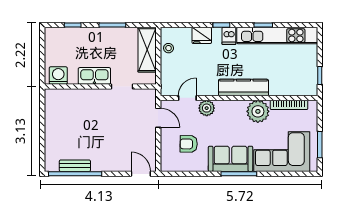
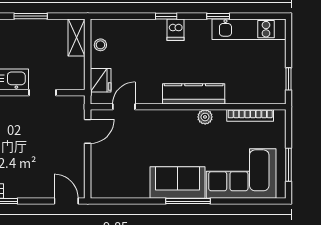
fridge: (202, 35) -> (101, 80), moved, turned -90
kitchen unit: (277, 36) -> (249, 29), width x0.73
shelving: (147, 50) -> (77, 37), width x0.67, depth x0.75
plant: (207, 108) -> (148, 119), removed
plant: (258, 111) -> (205, 117), width x0.53, depth x0.53
door: (158, 118) -> (88, 131), hinge flipped
armchair: (189, 144) -> (126, 164), removed

